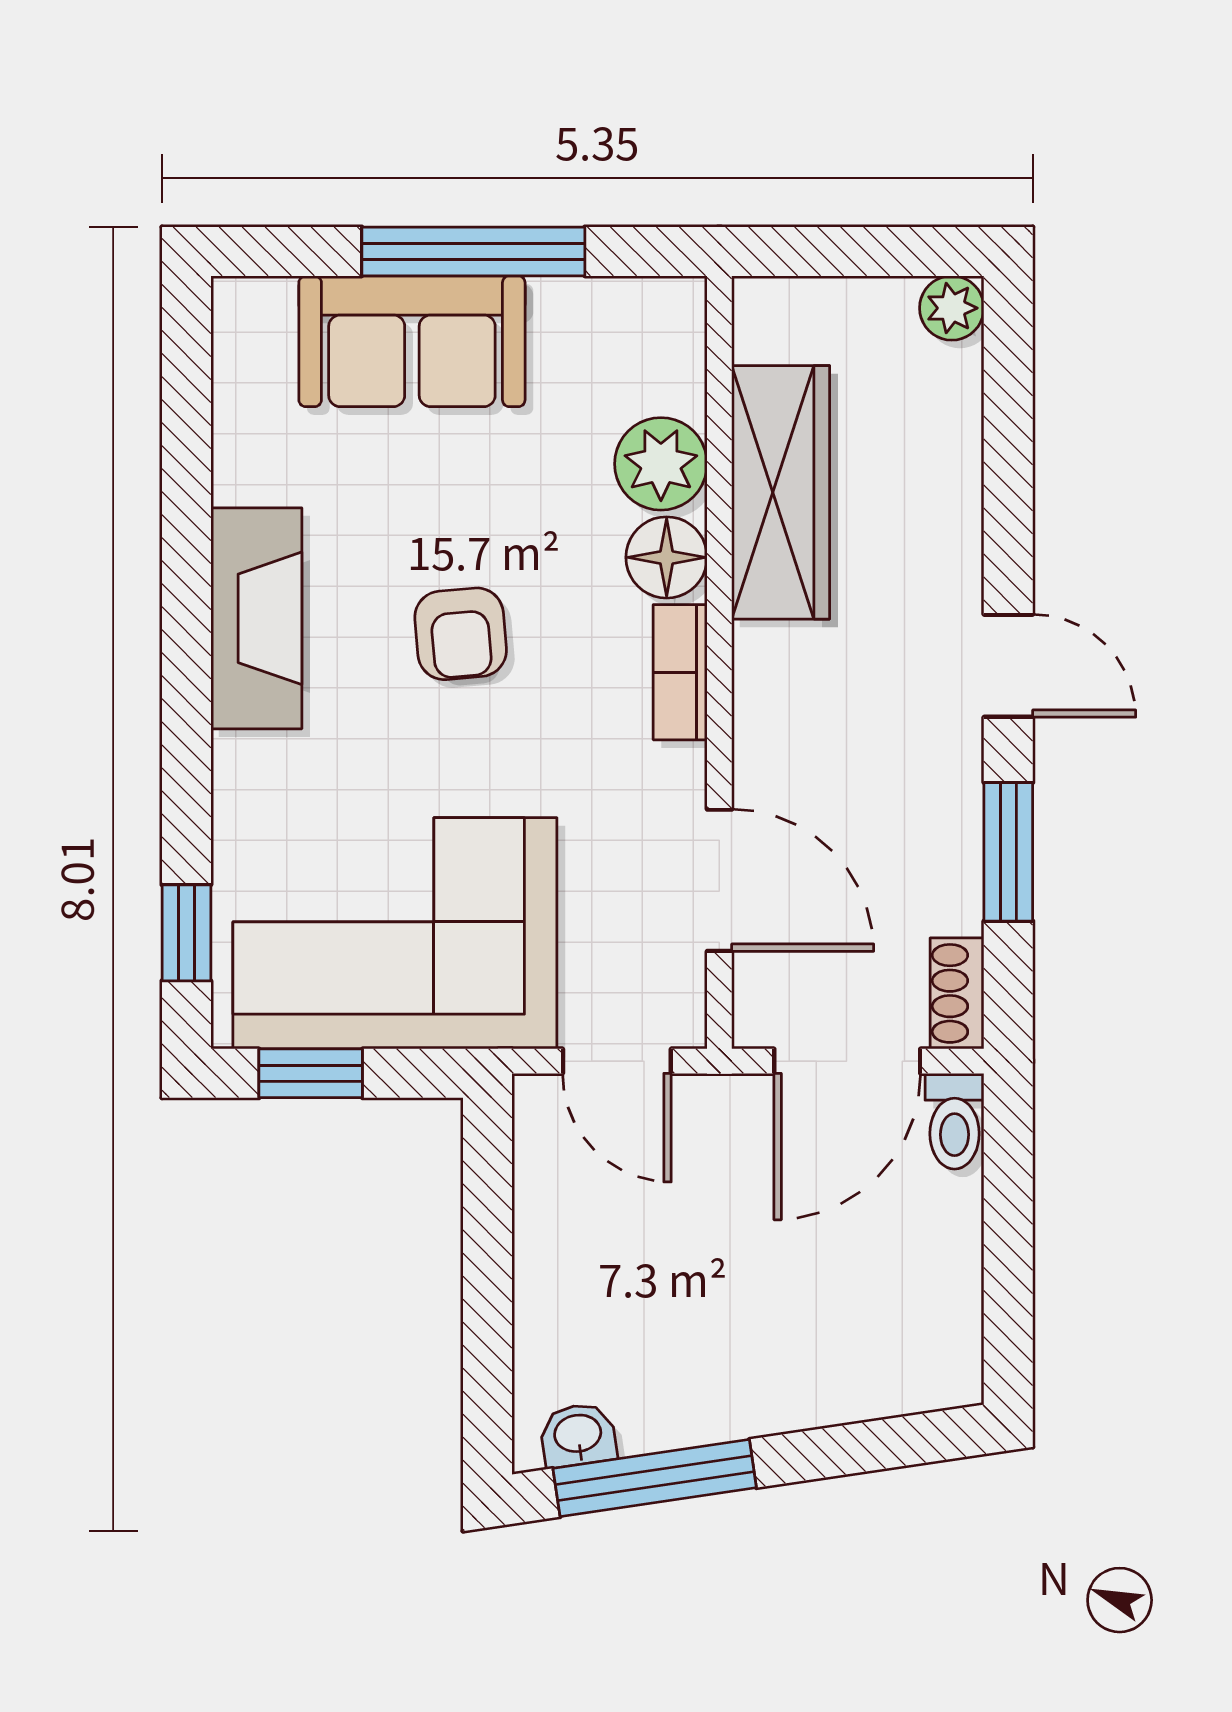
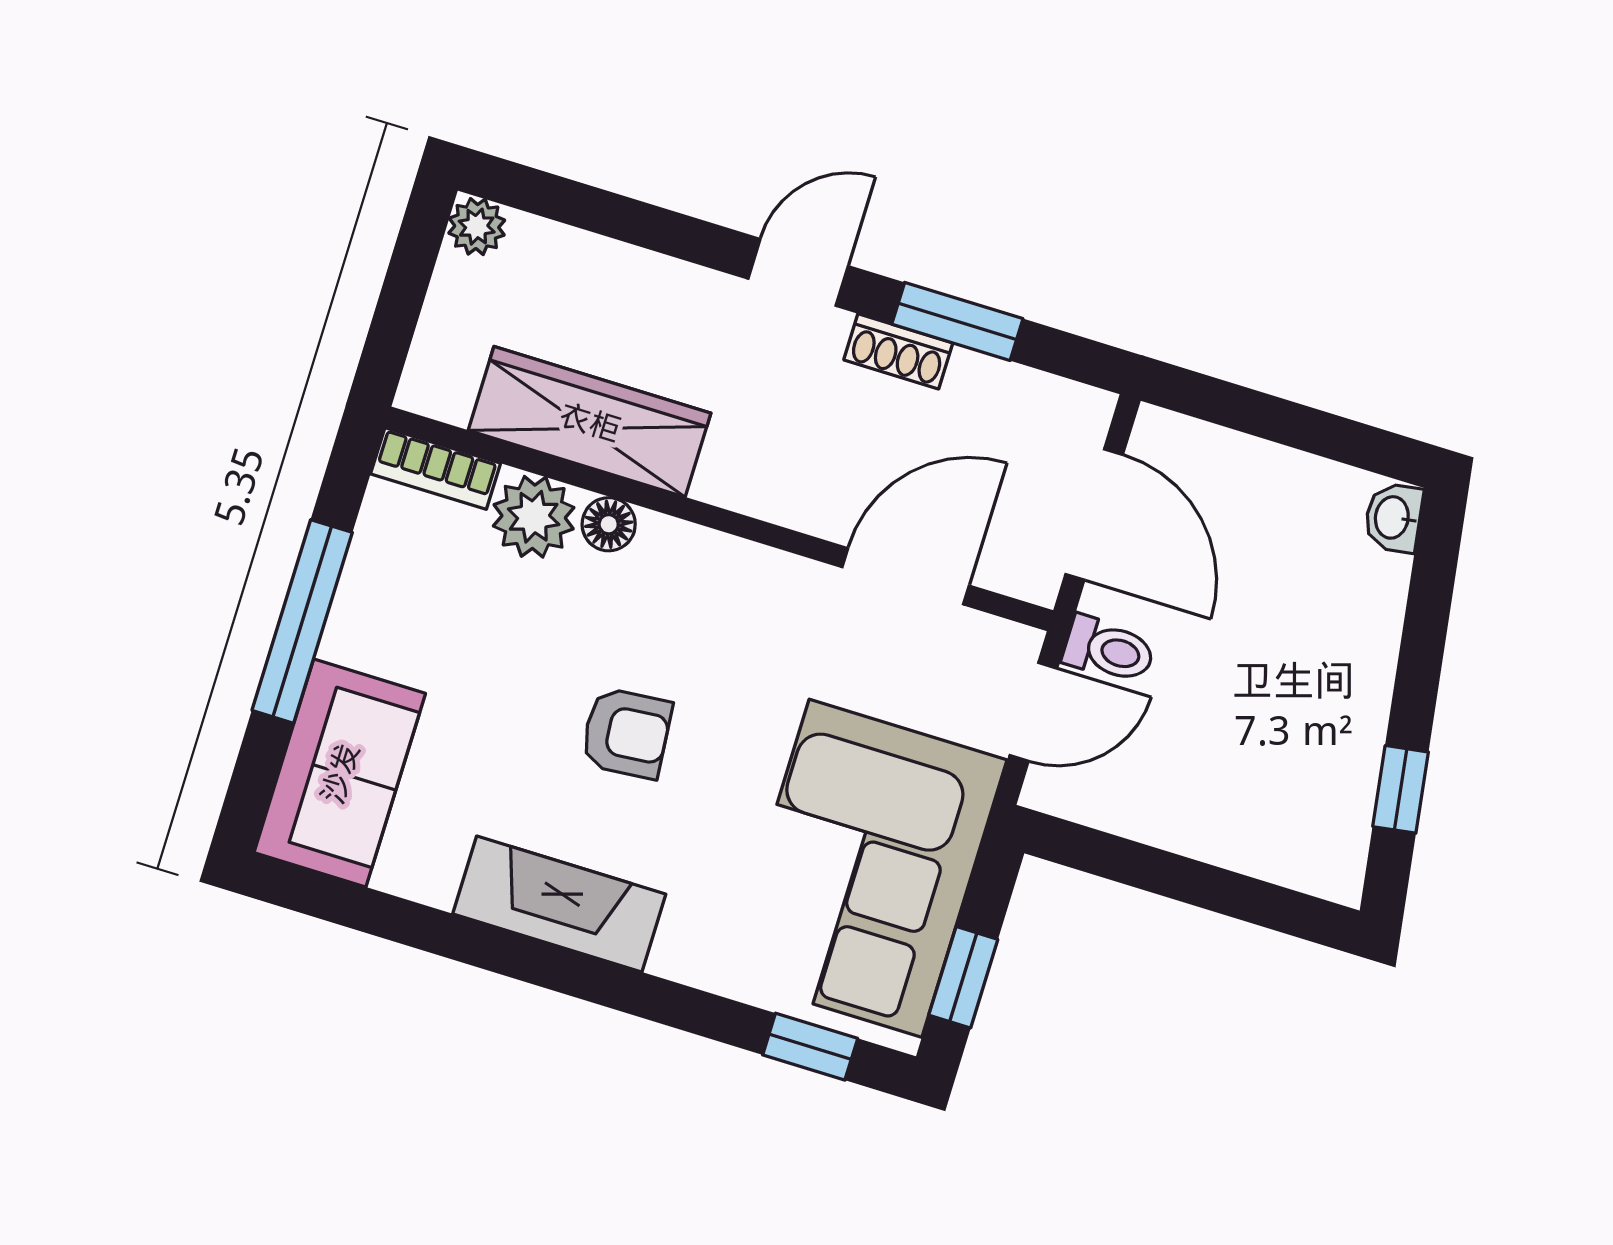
sofa: (412, 341) -> (340, 773), moved
floor lamp: (667, 557) -> (609, 524), width x0.73, depth x0.73
bookcase: (680, 672) -> (436, 469), moved
shoe rack: (957, 993) -> (898, 351), moved
toilet: (955, 1121) -> (1109, 650), moved
washbasin: (578, 1435) -> (1393, 518), moved
window: (655, 1478) -> (1401, 789), width x0.46

